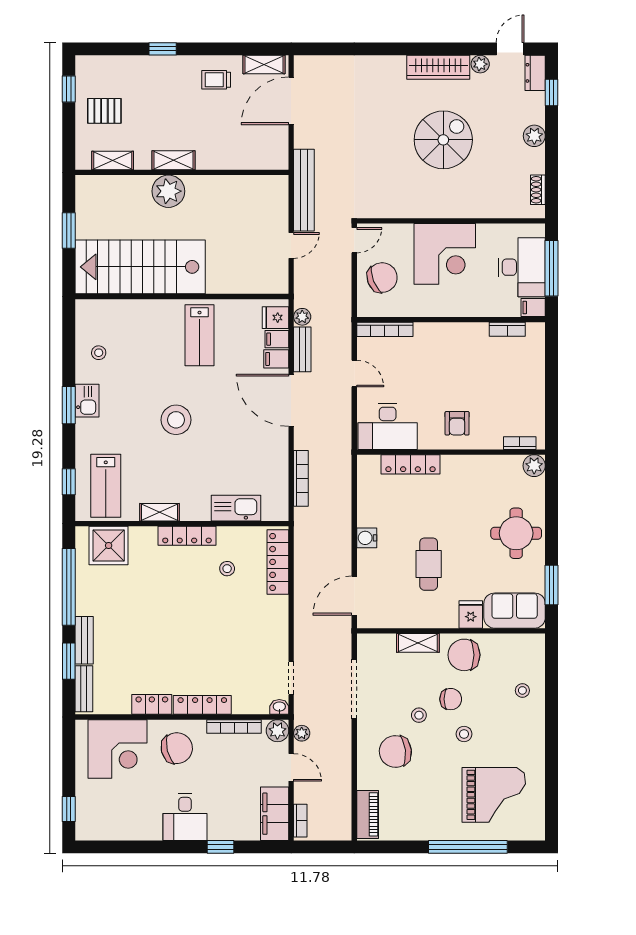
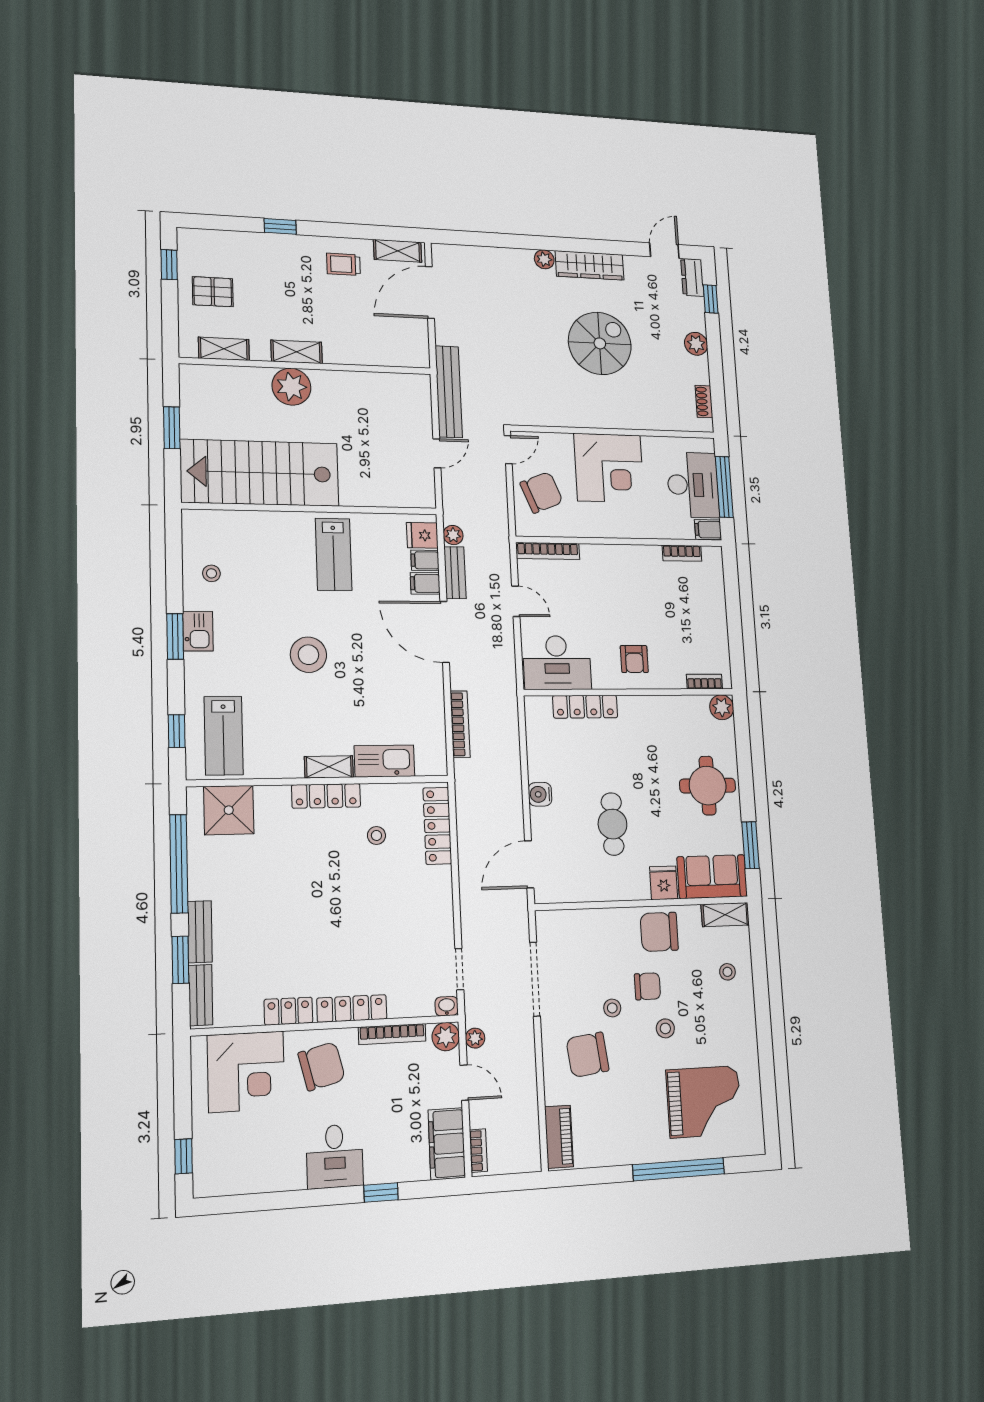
plant: (480, 64) -> (544, 259), moved
shelving: (160, 512) -> (329, 767), moved
shelving: (418, 643) -> (725, 915), moved

